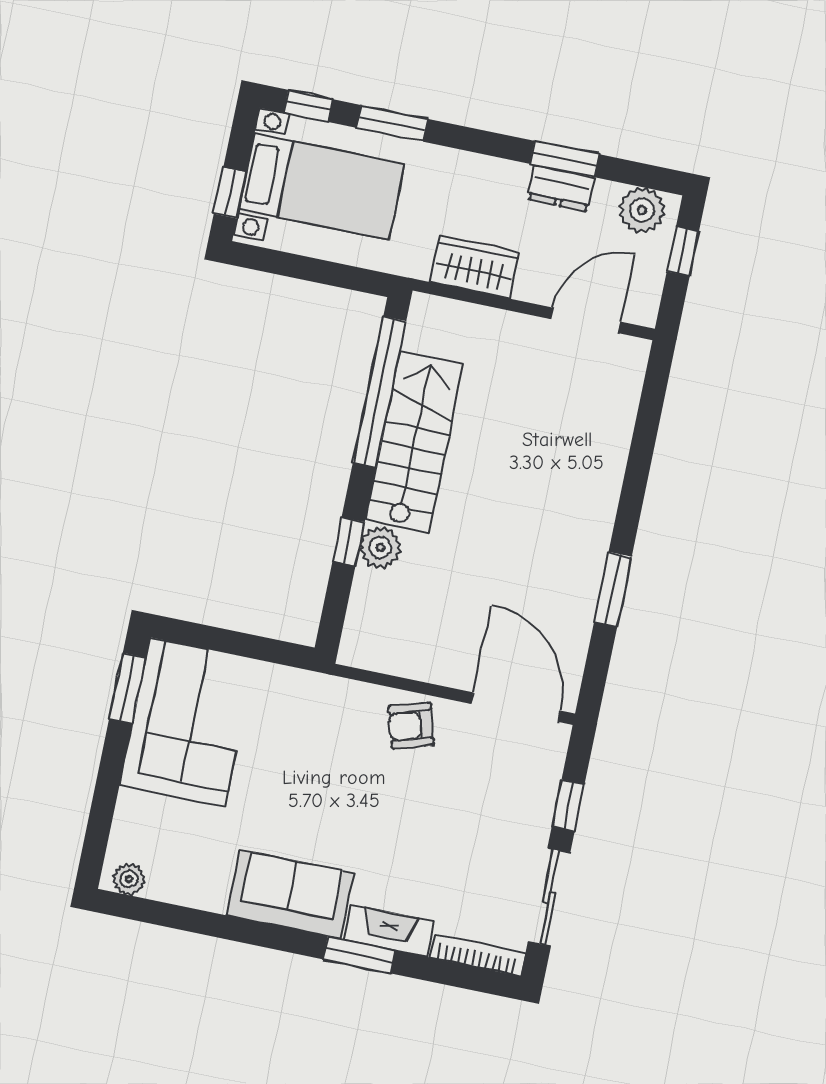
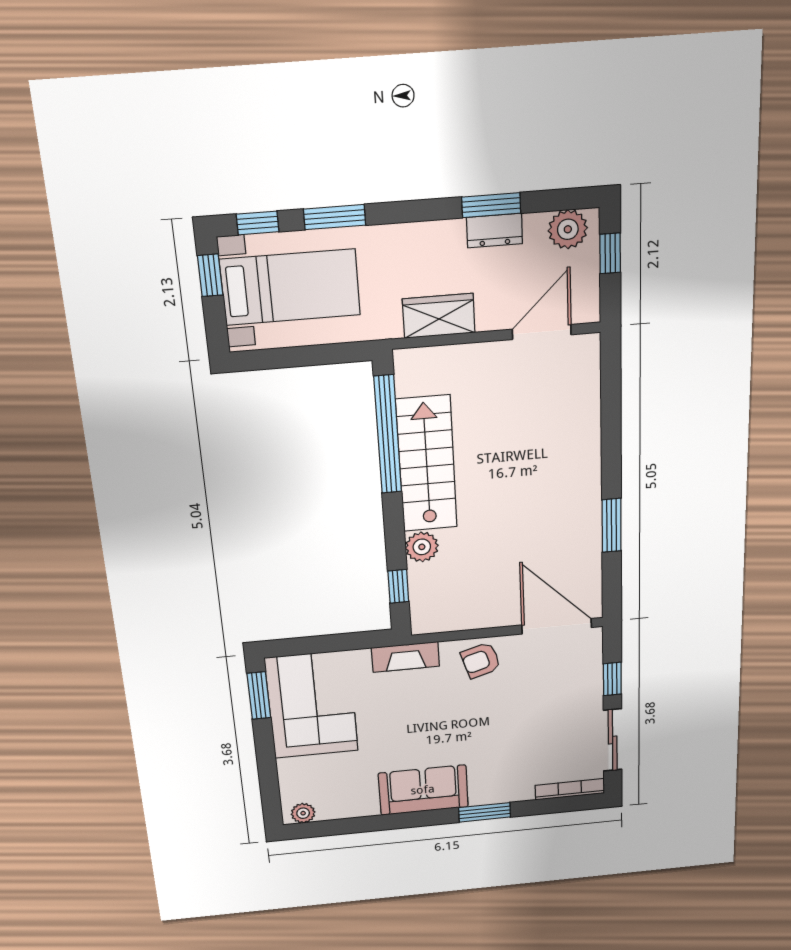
window: (230, 193) -> (210, 275), moved
window: (349, 542) -> (398, 586), moved
fireplace: (389, 931) -> (405, 657), moved, turned 180

